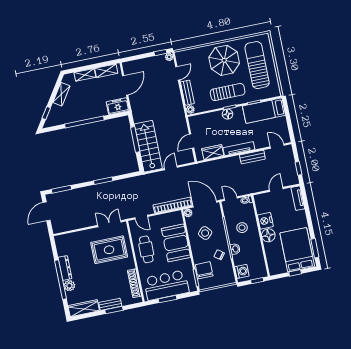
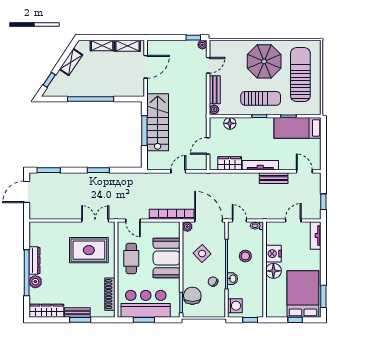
freezer: (118, 106) -> (132, 89), removed
floor lamp: (227, 114) -> (230, 123), moved
stairs: (148, 146) -> (158, 122), moved

